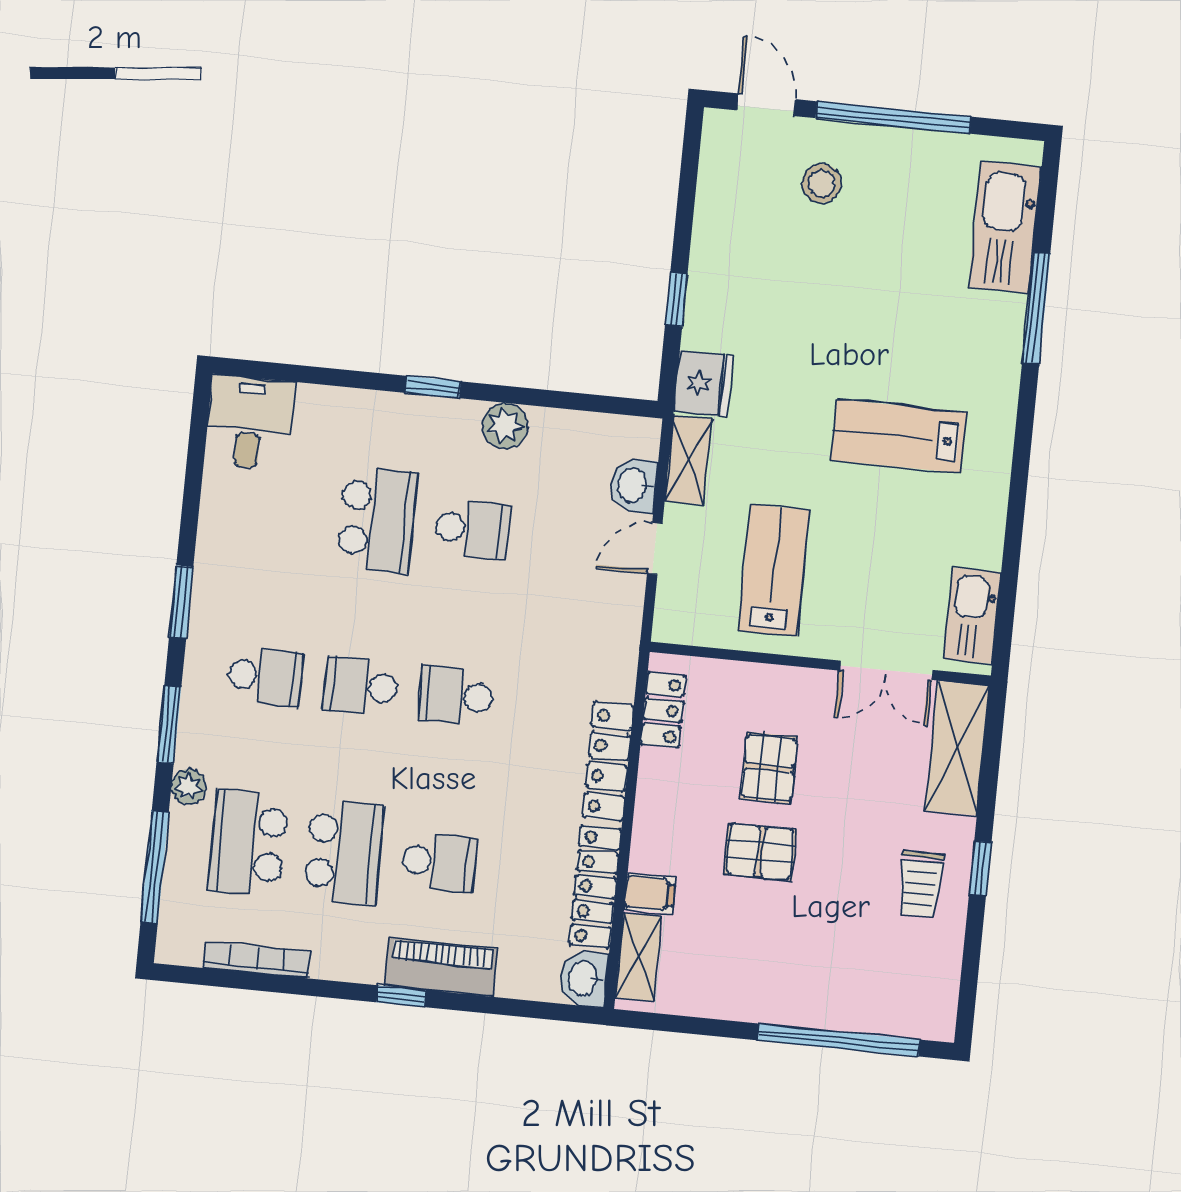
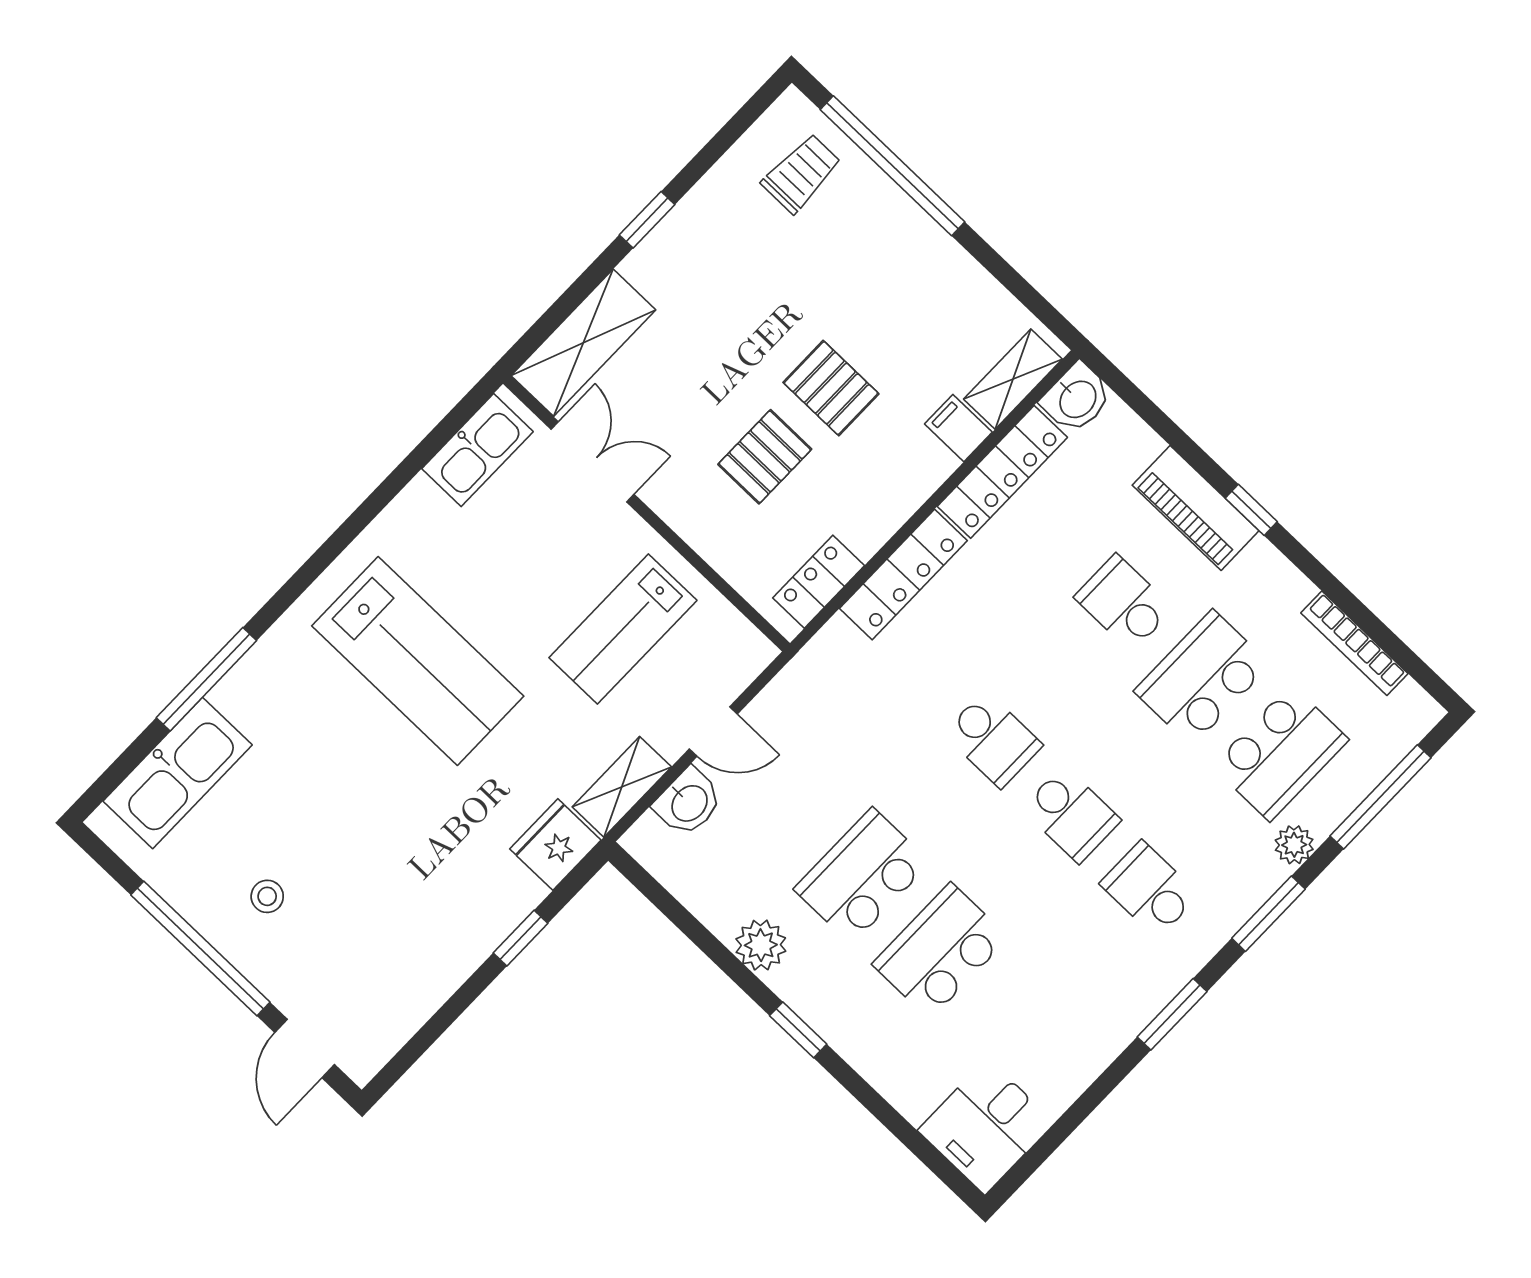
stool: (821, 183) -> (267, 896), moved, width x0.73, depth x0.73
lab bench: (899, 436) -> (418, 661), width x1.36, depth x1.39
school desk: (472, 529) -> (862, 876), width x1.85
trolley: (920, 884) -> (801, 173), moved

